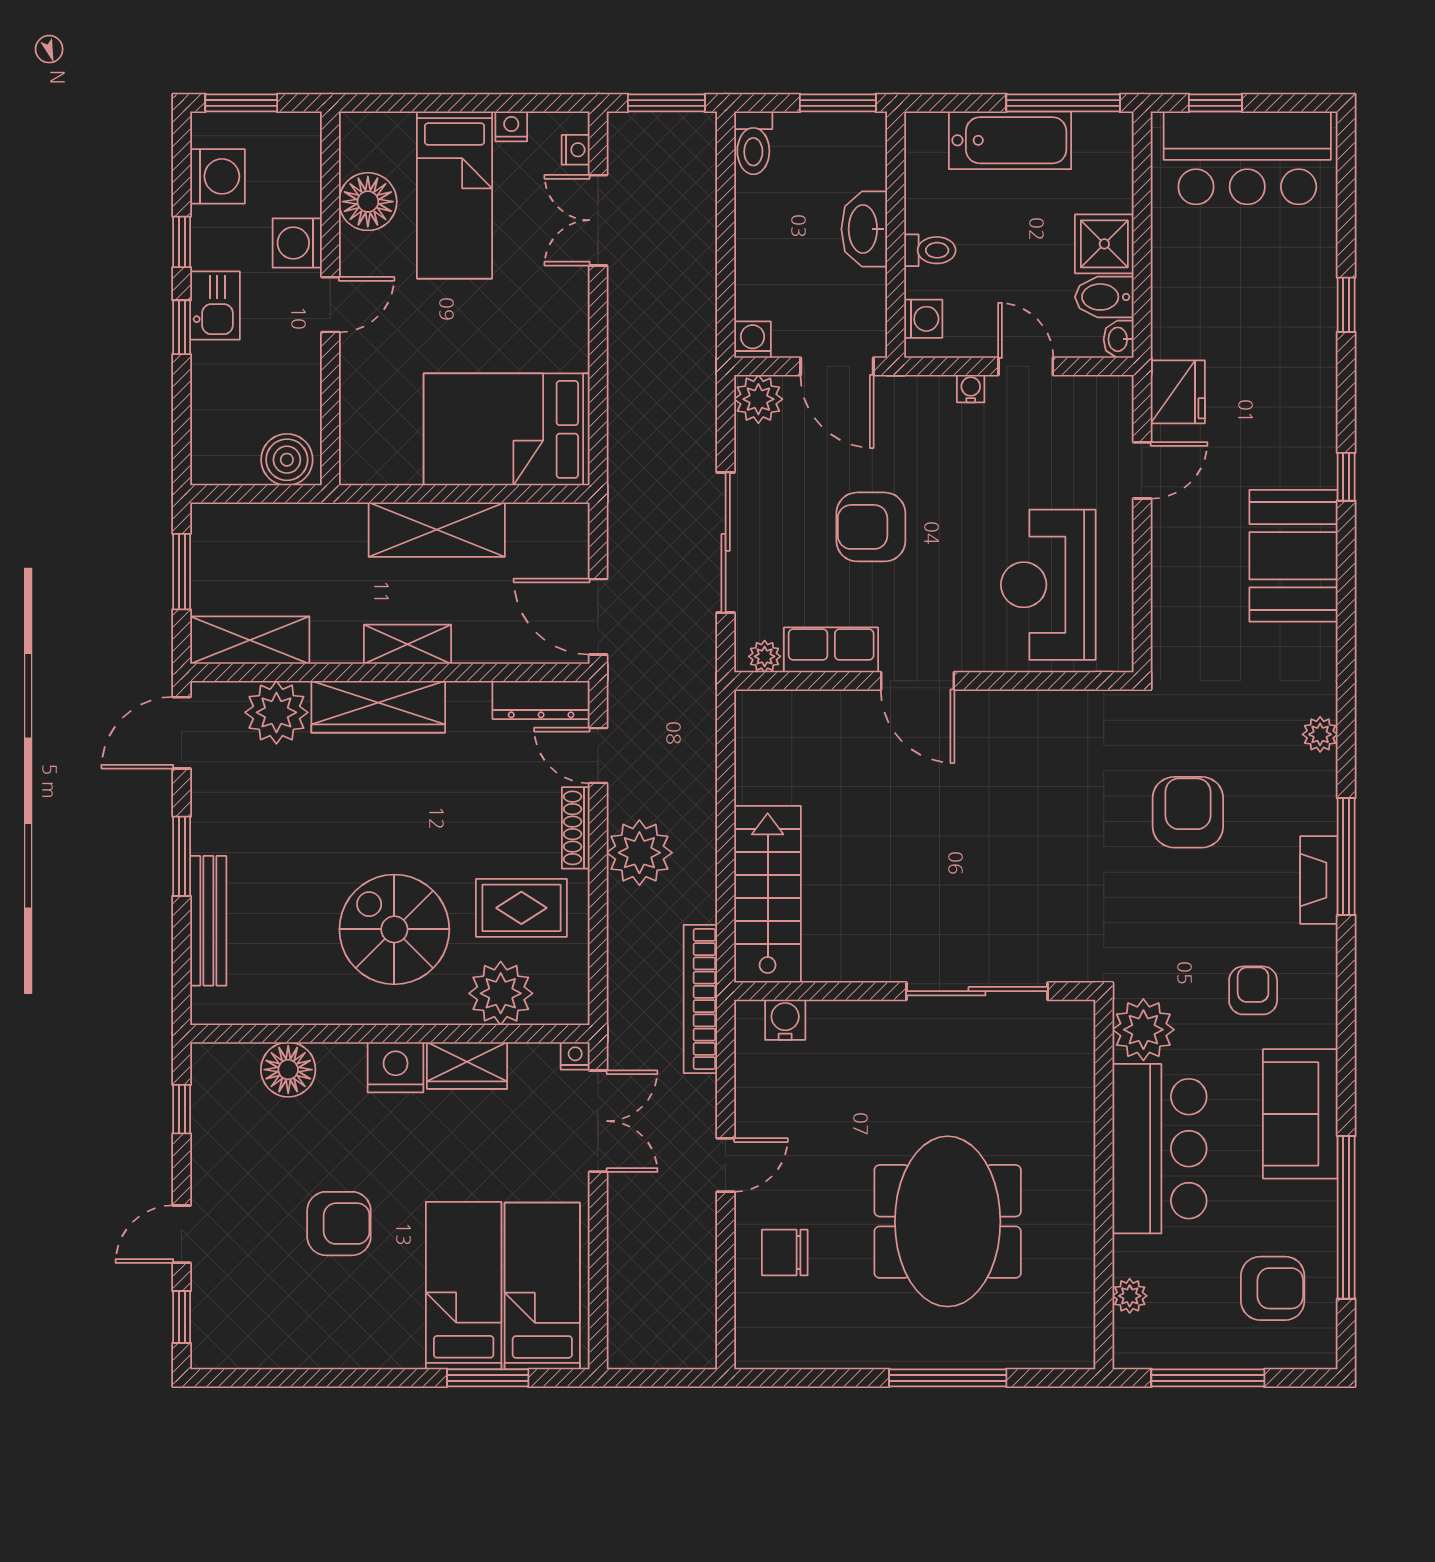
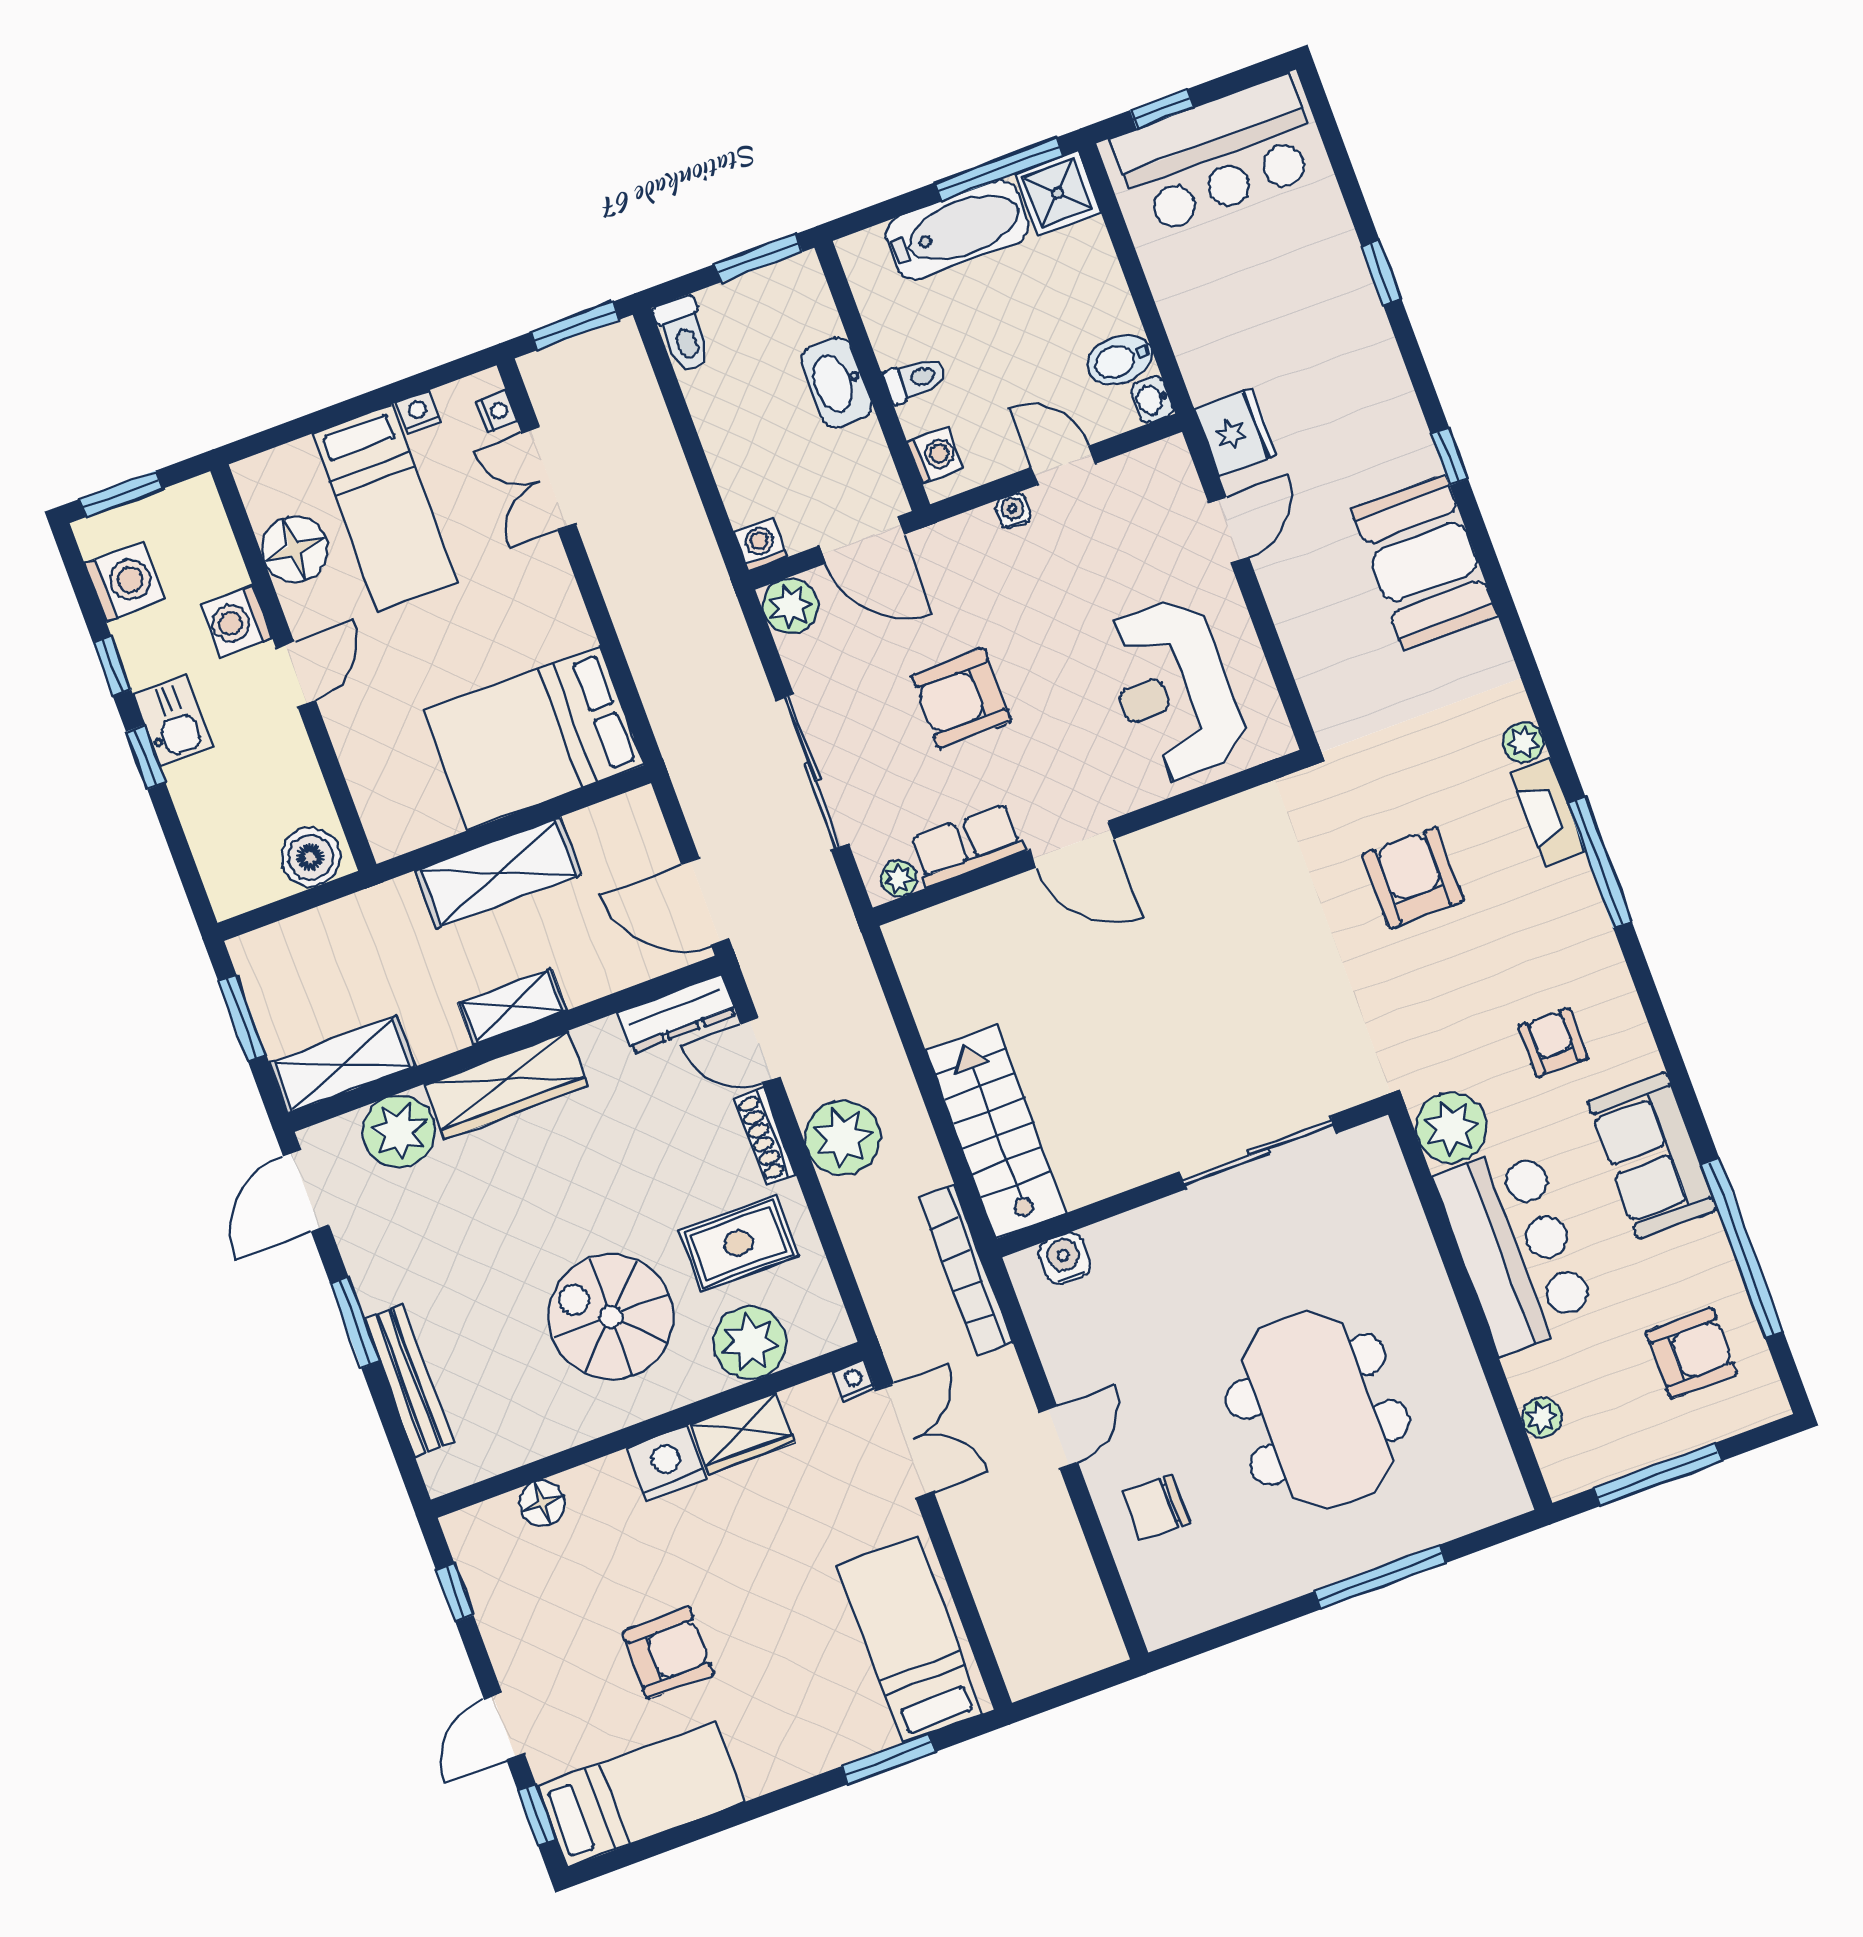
shower: (1104, 244) -> (1058, 193), moved
fireplace: (1319, 880) -> (1548, 812), moved
floor lamp: (288, 1070) -> (542, 1503), width x0.73, depth x0.73
bed: (464, 1286) -> (642, 1794), moved, turned 90

